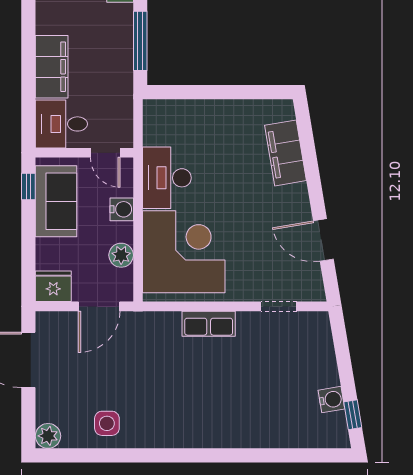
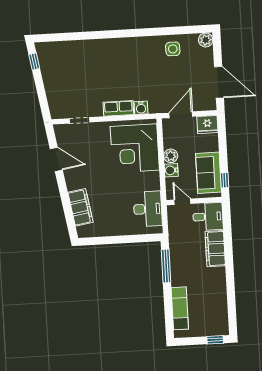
desk: (167, 178) -> (148, 209), moved
plant: (121, 255) -> (171, 156), moved
water cooler: (331, 400) -> (141, 108), moved, turned -80

